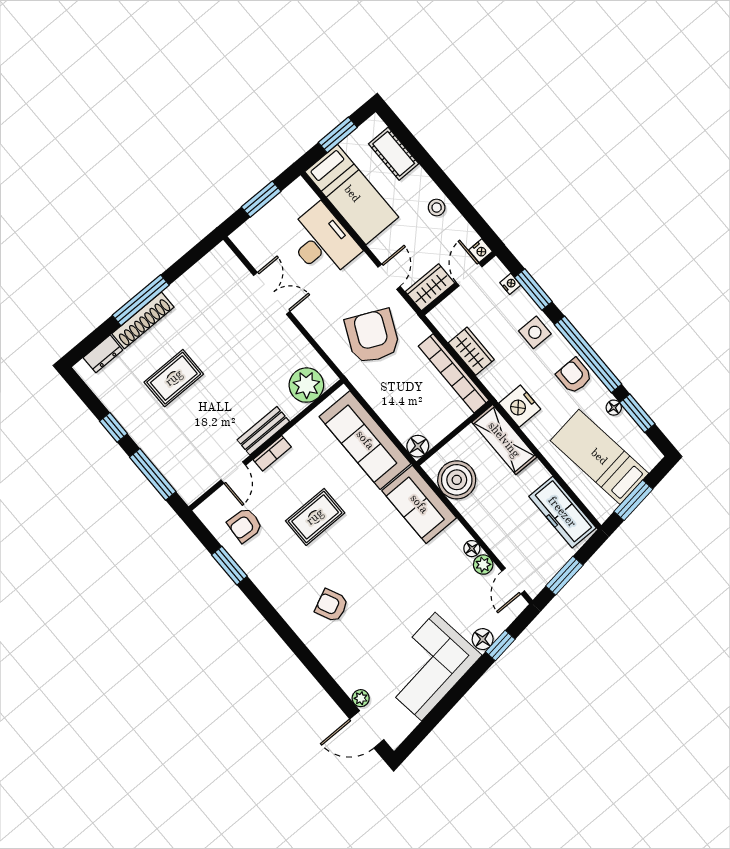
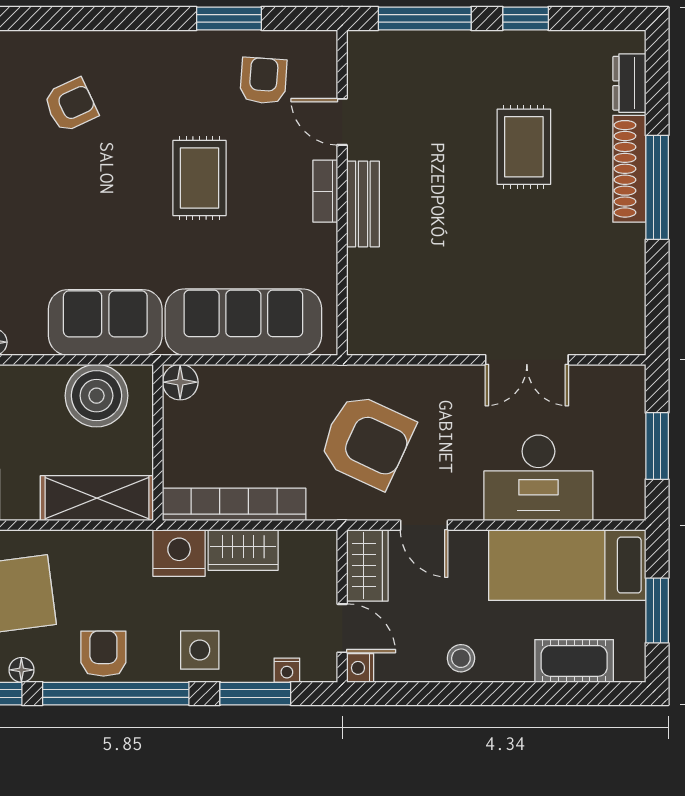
armchair: (574, 376) -> (103, 654), turned -90
plant: (306, 385) -> (375, 306), removed
nightstand: (520, 406) -> (179, 553), moved

